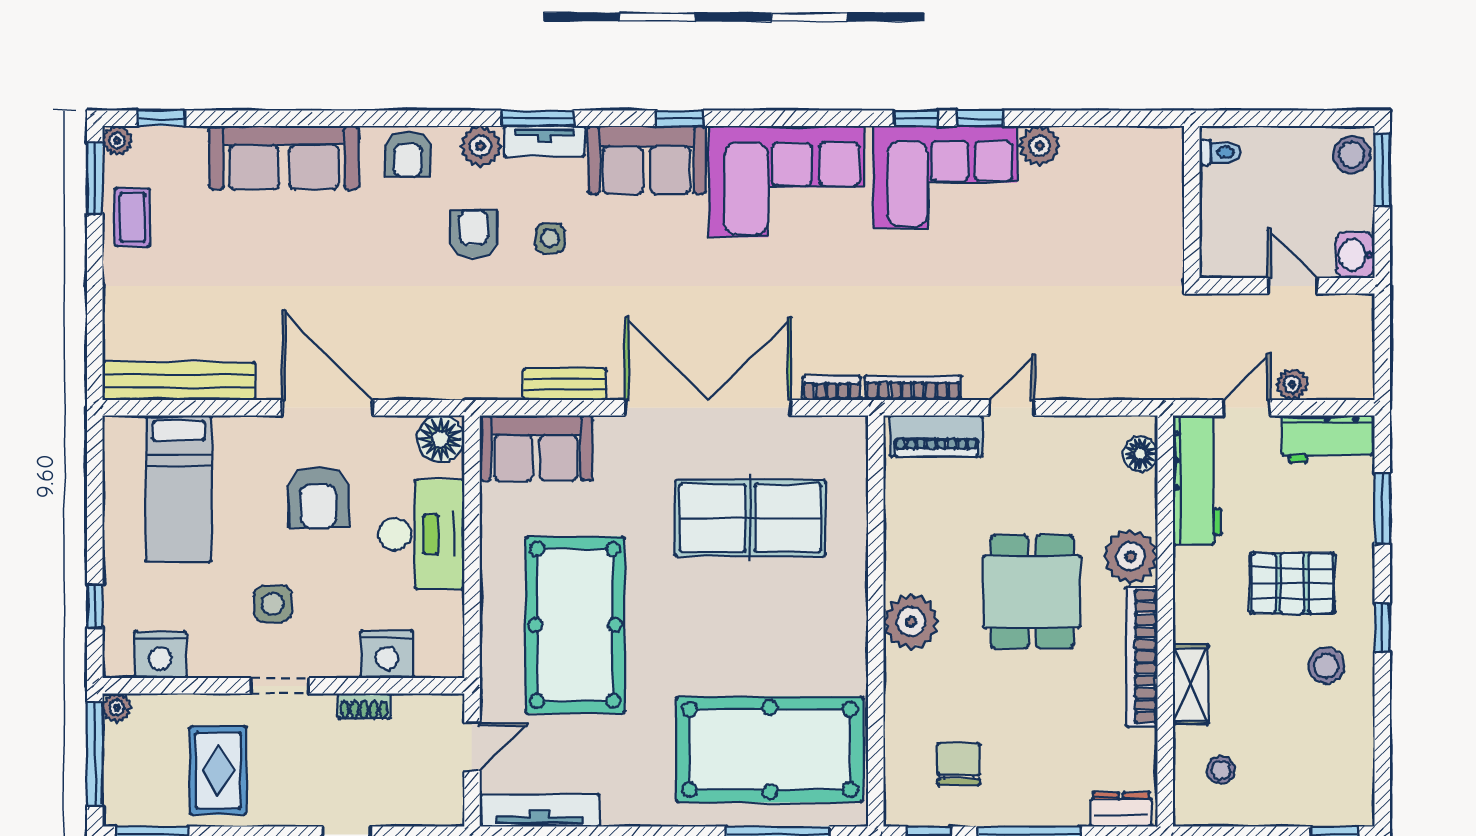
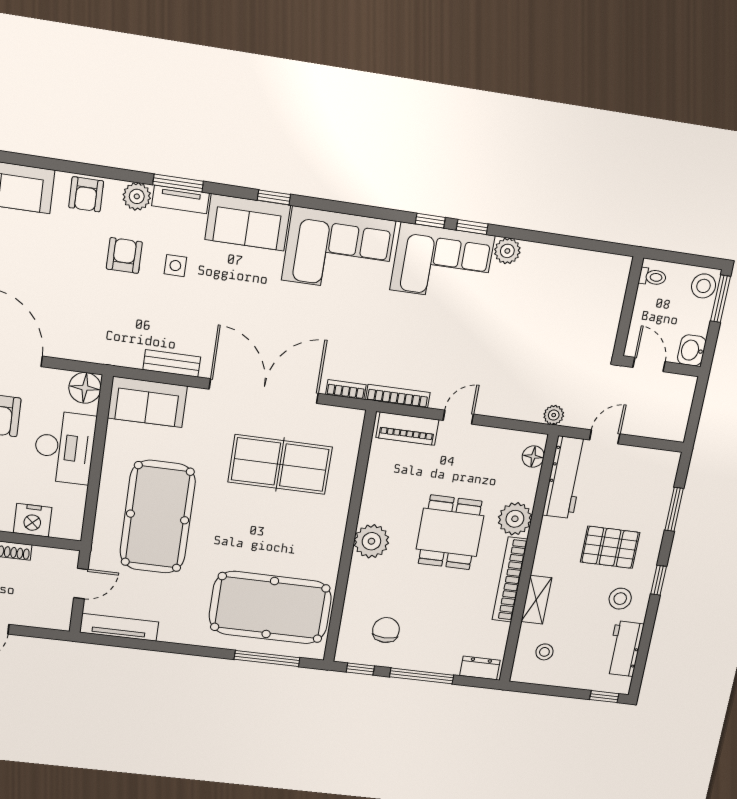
toilet: (1220, 152) -> (652, 277), moved
wall: (1192, 202) -> (628, 306), moved
plant: (1292, 384) -> (554, 415), moved
workbench: (1327, 439) -> (625, 649), moved, turned 90

